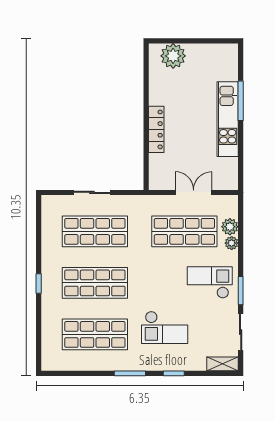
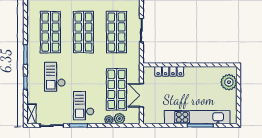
kitchen unit: (228, 119) -> (197, 117), width x1.36
locker: (156, 129) -> (169, 71), moved
double door: (194, 192) -> (141, 95), swing flipped
checkout: (210, 282) -> (84, 106), turned 180

